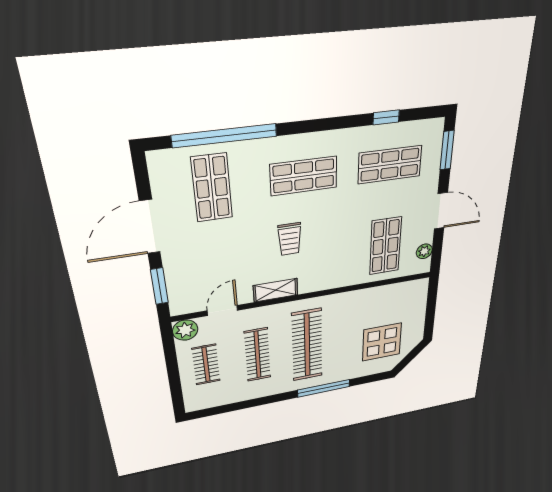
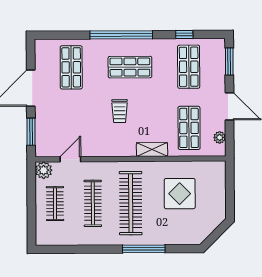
window: (225, 136) -> (121, 35), moved
shop shelf: (390, 165) -> (189, 67), turned 90
shelving: (276, 290) -> (152, 150), moved
display table: (382, 342) -> (180, 194), moved

